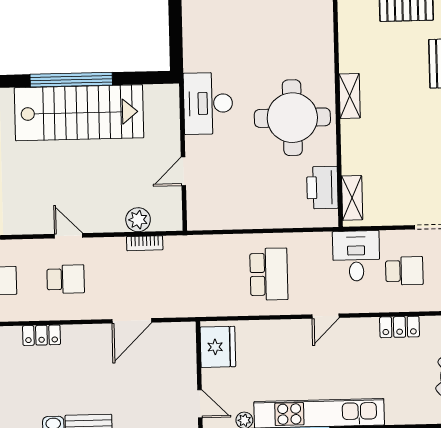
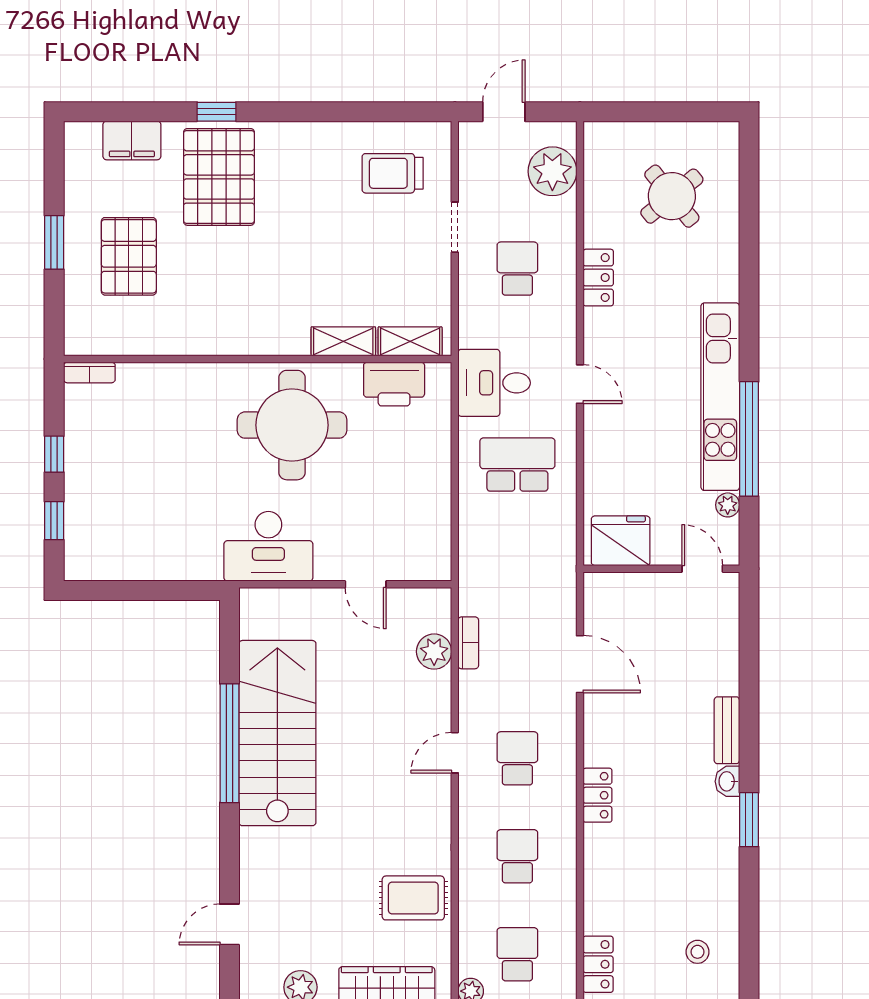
shelving: (350, 96) -> (343, 341), moved
desk: (356, 256) -> (494, 383), moved
door: (200, 404) -> (702, 569), hinge flipped

